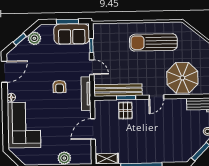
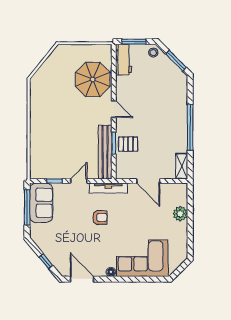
window: (67, 22) -> (27, 207), width x1.44
plant: (34, 38) -> (45, 245), removed
sun lounger: (153, 42) -> (52, 111), removed

